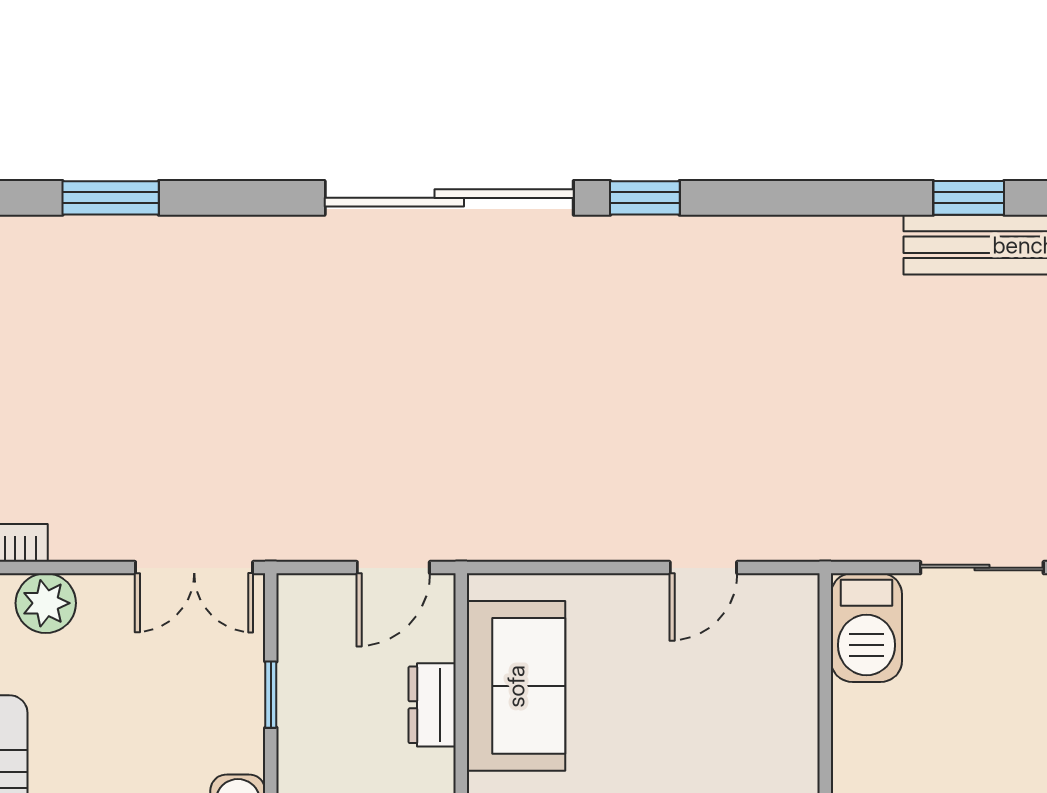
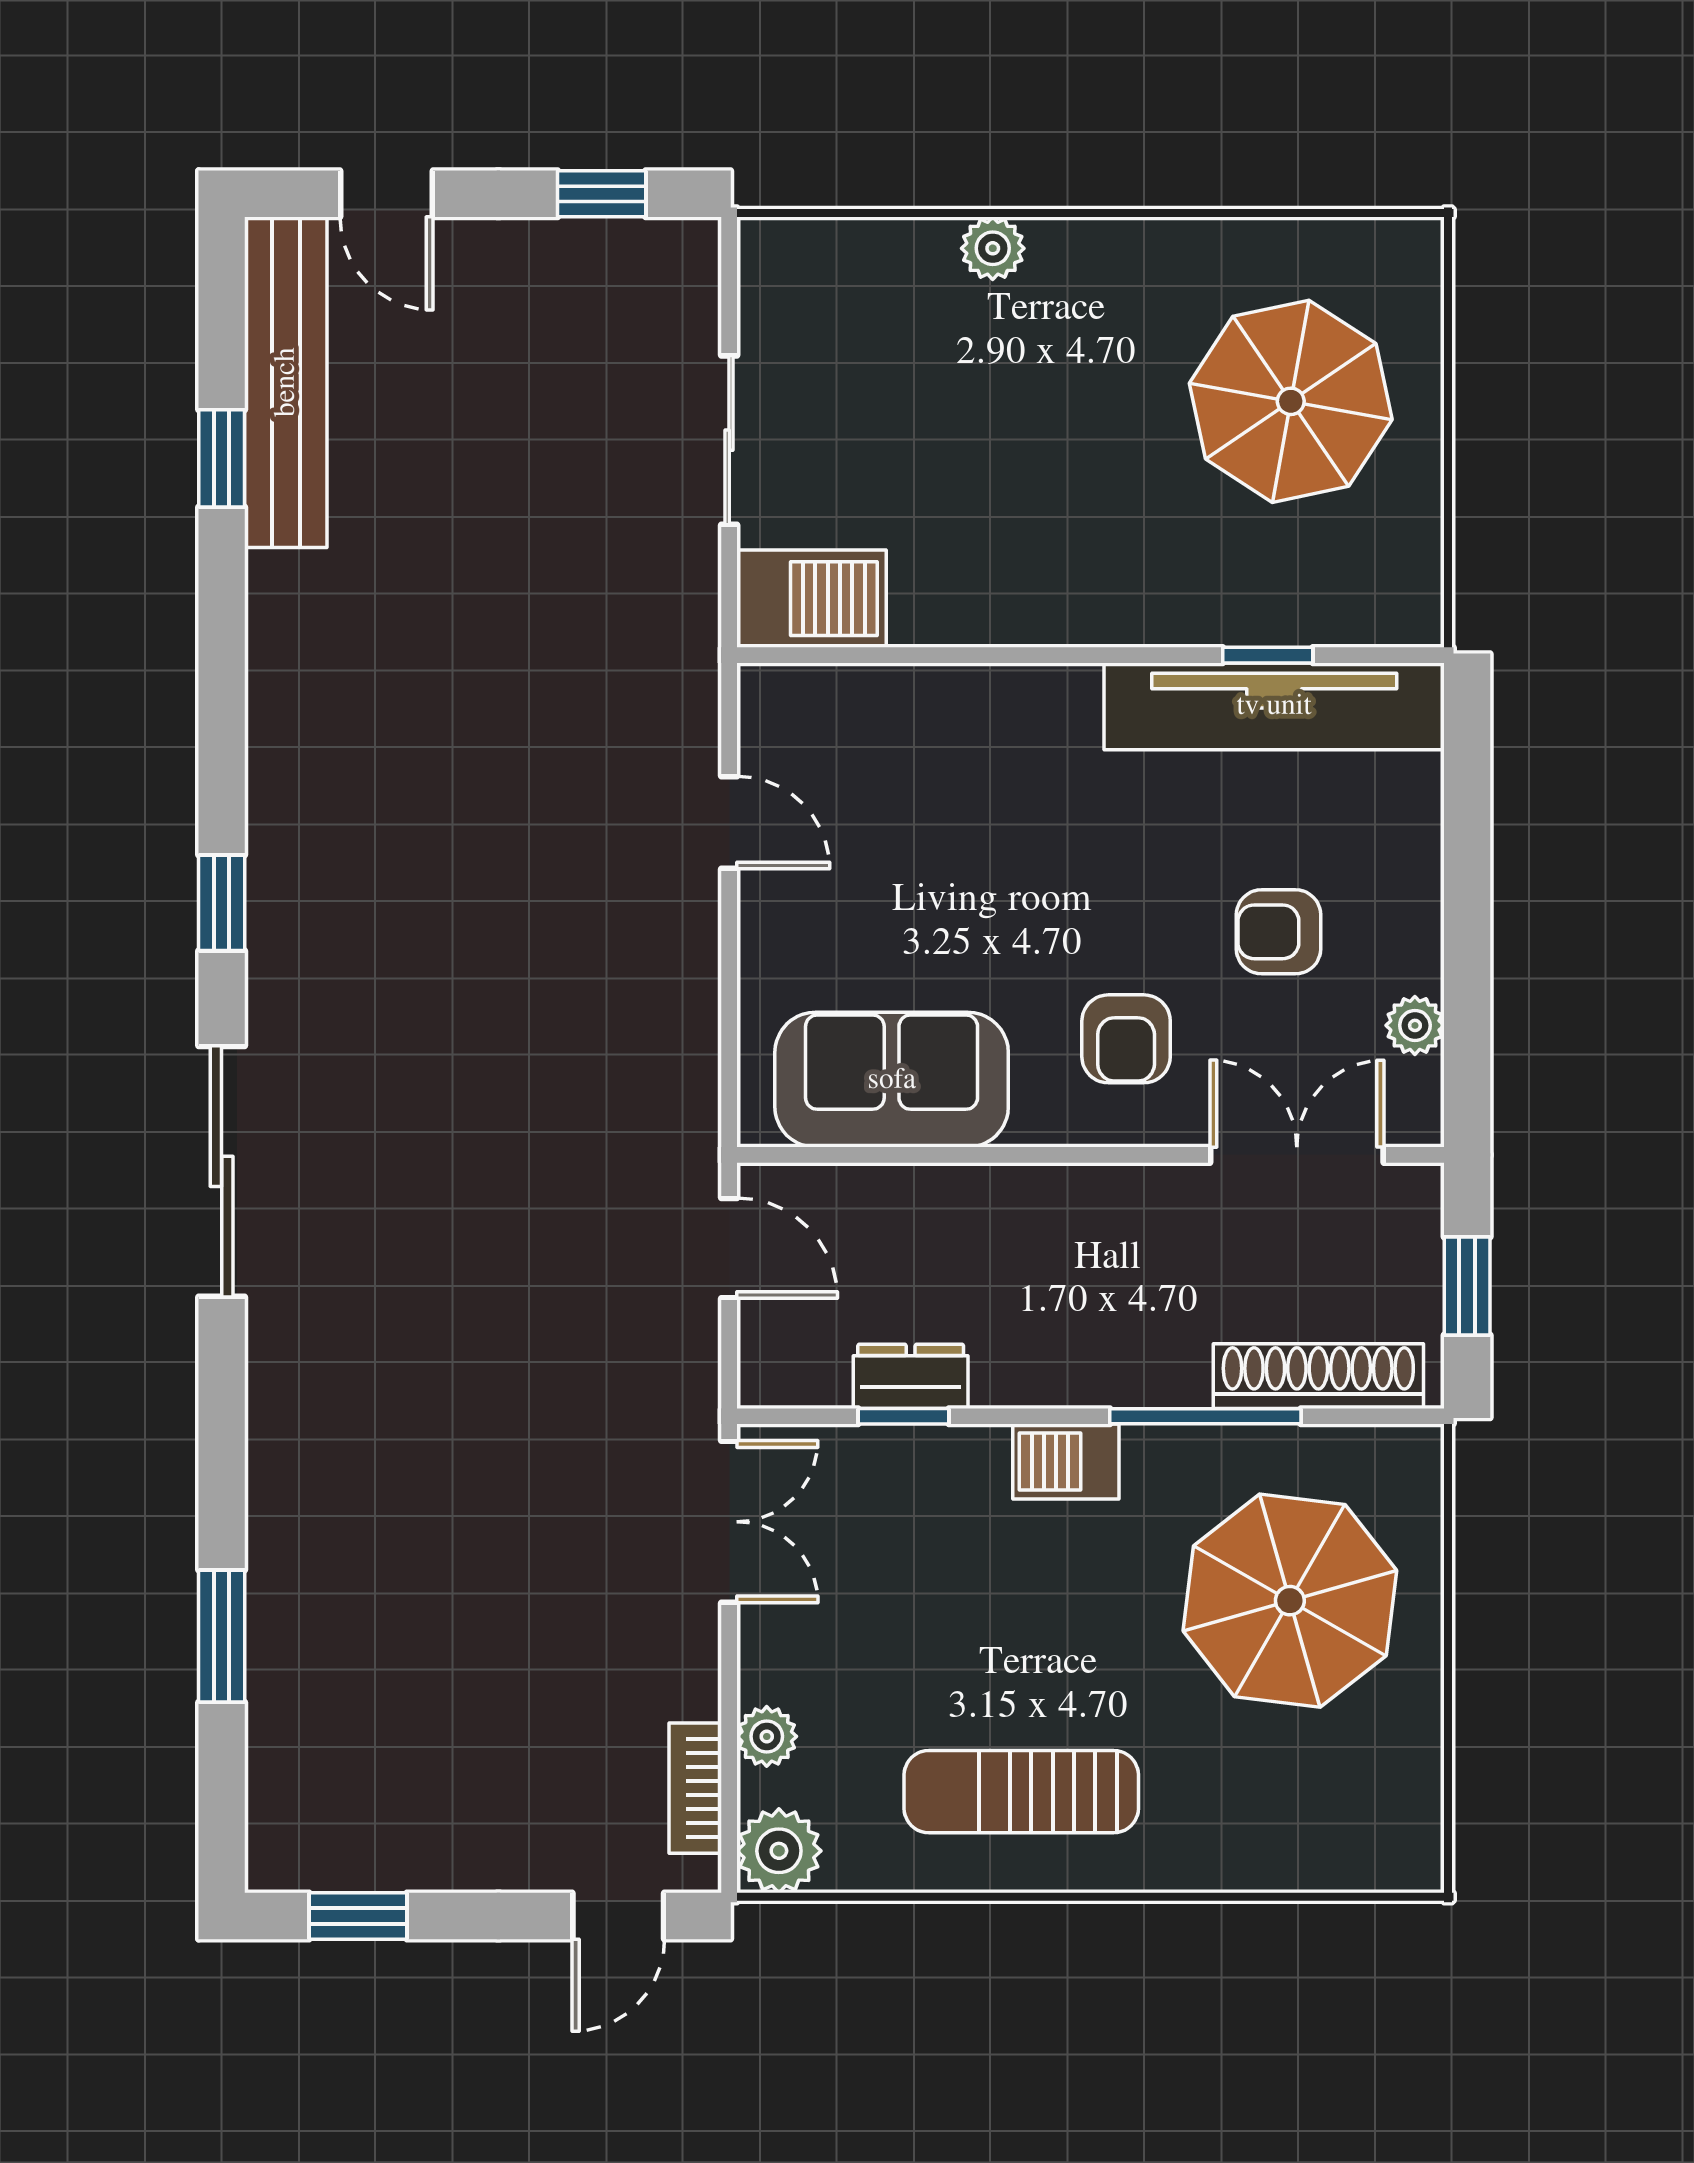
sliding door: (449, 198) -> (222, 1171), width x0.73
plant: (46, 603) -> (767, 1736), width x0.73, depth x0.73
dresser: (432, 705) -> (911, 1376), moved, turned 180

